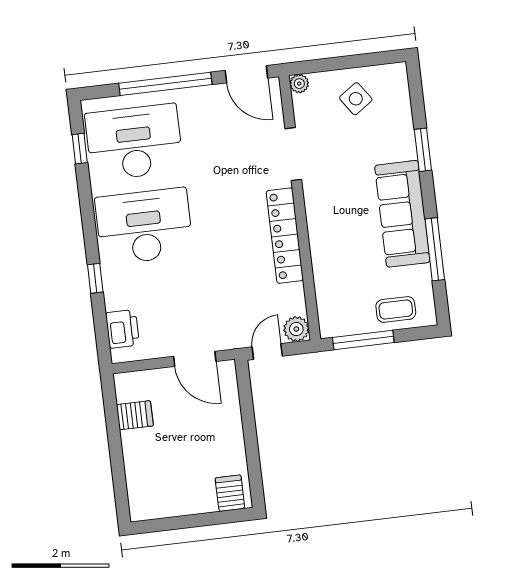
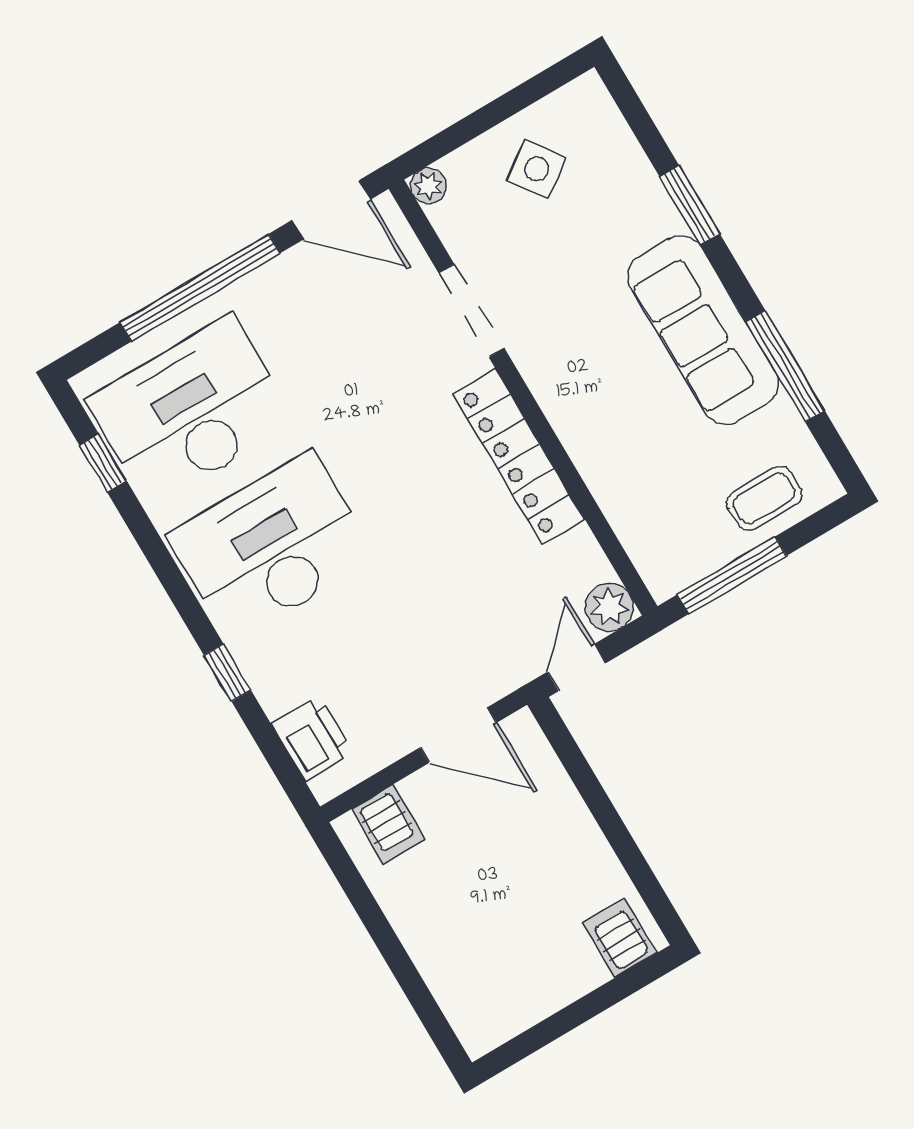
server rack: (135, 415) -> (388, 824), moved, turned 90

